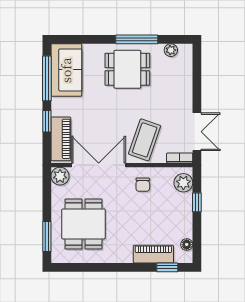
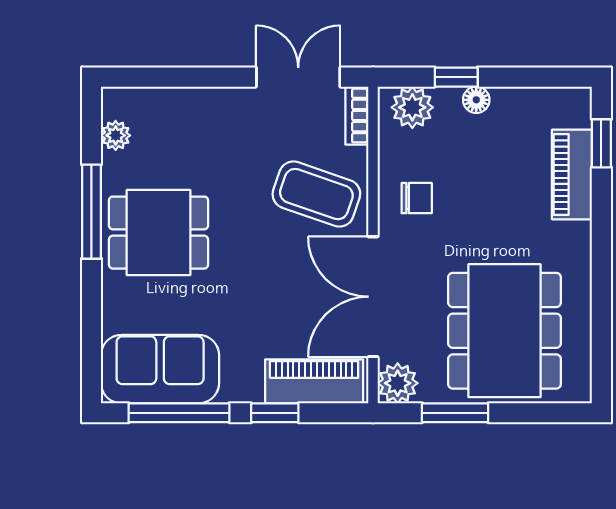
dining table: (127, 69) -> (158, 233), turned 90
dining table: (83, 224) -> (505, 331), width x1.38
window: (47, 237) -> (455, 413), moved
floor lamp: (187, 244) -> (476, 100), moved

